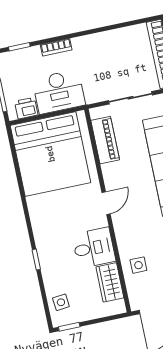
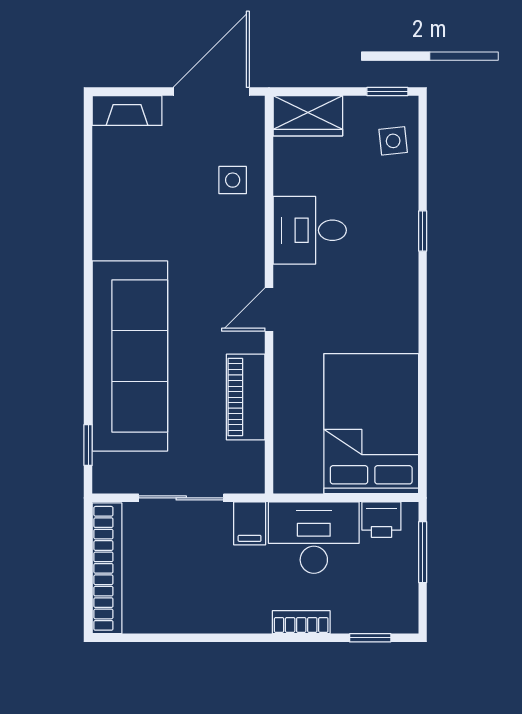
filing cabinet: (93, 92) -> (250, 523), added
piano: (105, 140) -> (246, 397), moved
bed: (50, 154) -> (371, 424), width x0.73
wardrobe: (110, 282) -> (308, 116), moved, turned 90

